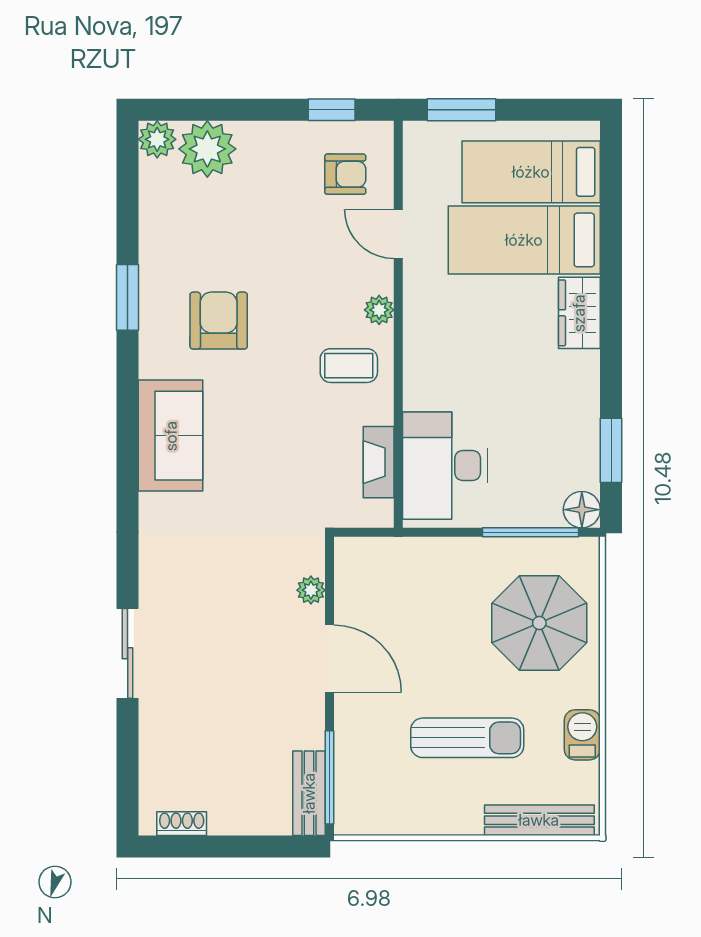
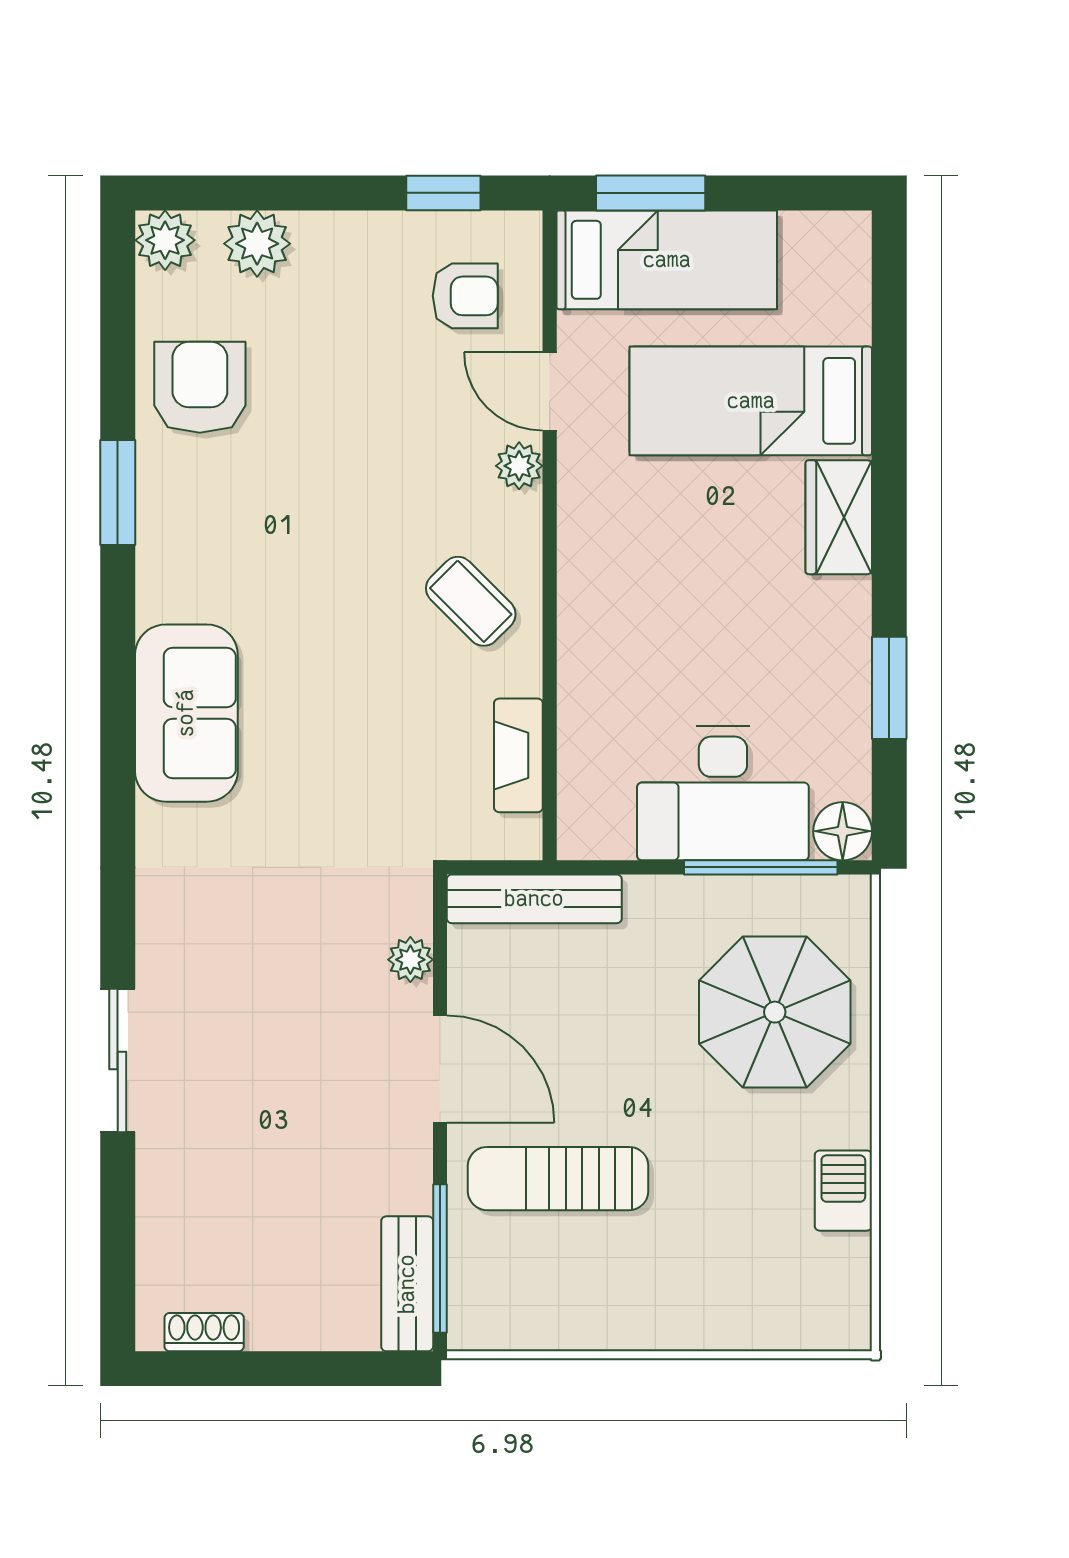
plant: (207, 149) -> (257, 244), width x0.73, depth x0.73
bed: (531, 172) -> (667, 260), moved, turned 180
plant: (379, 310) -> (519, 466), moved
armchair: (219, 321) -> (200, 387), moved
coffee table: (349, 366) -> (471, 601), turned 45
window: (611, 450) -> (889, 688), moved
desk: (445, 466) -> (723, 793), moved, turned -90
sun lounger: (467, 738) -> (558, 1179), moved, turned 180
bench: (539, 820) -> (534, 899), moved

